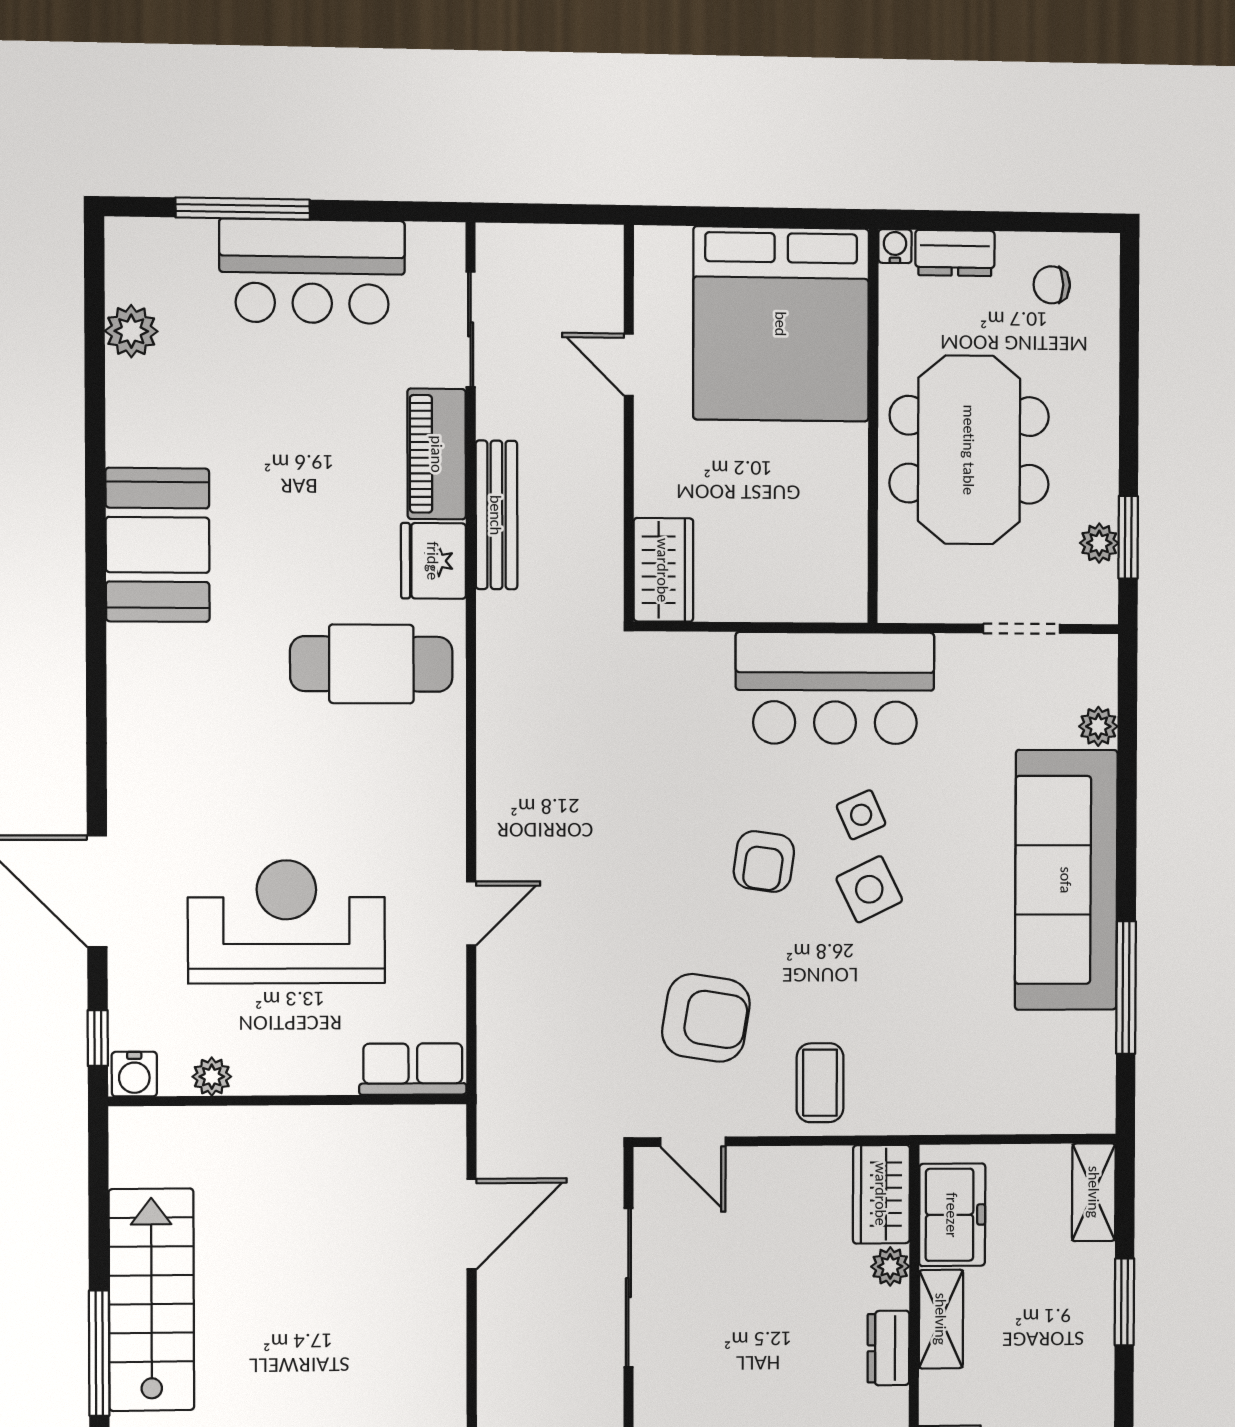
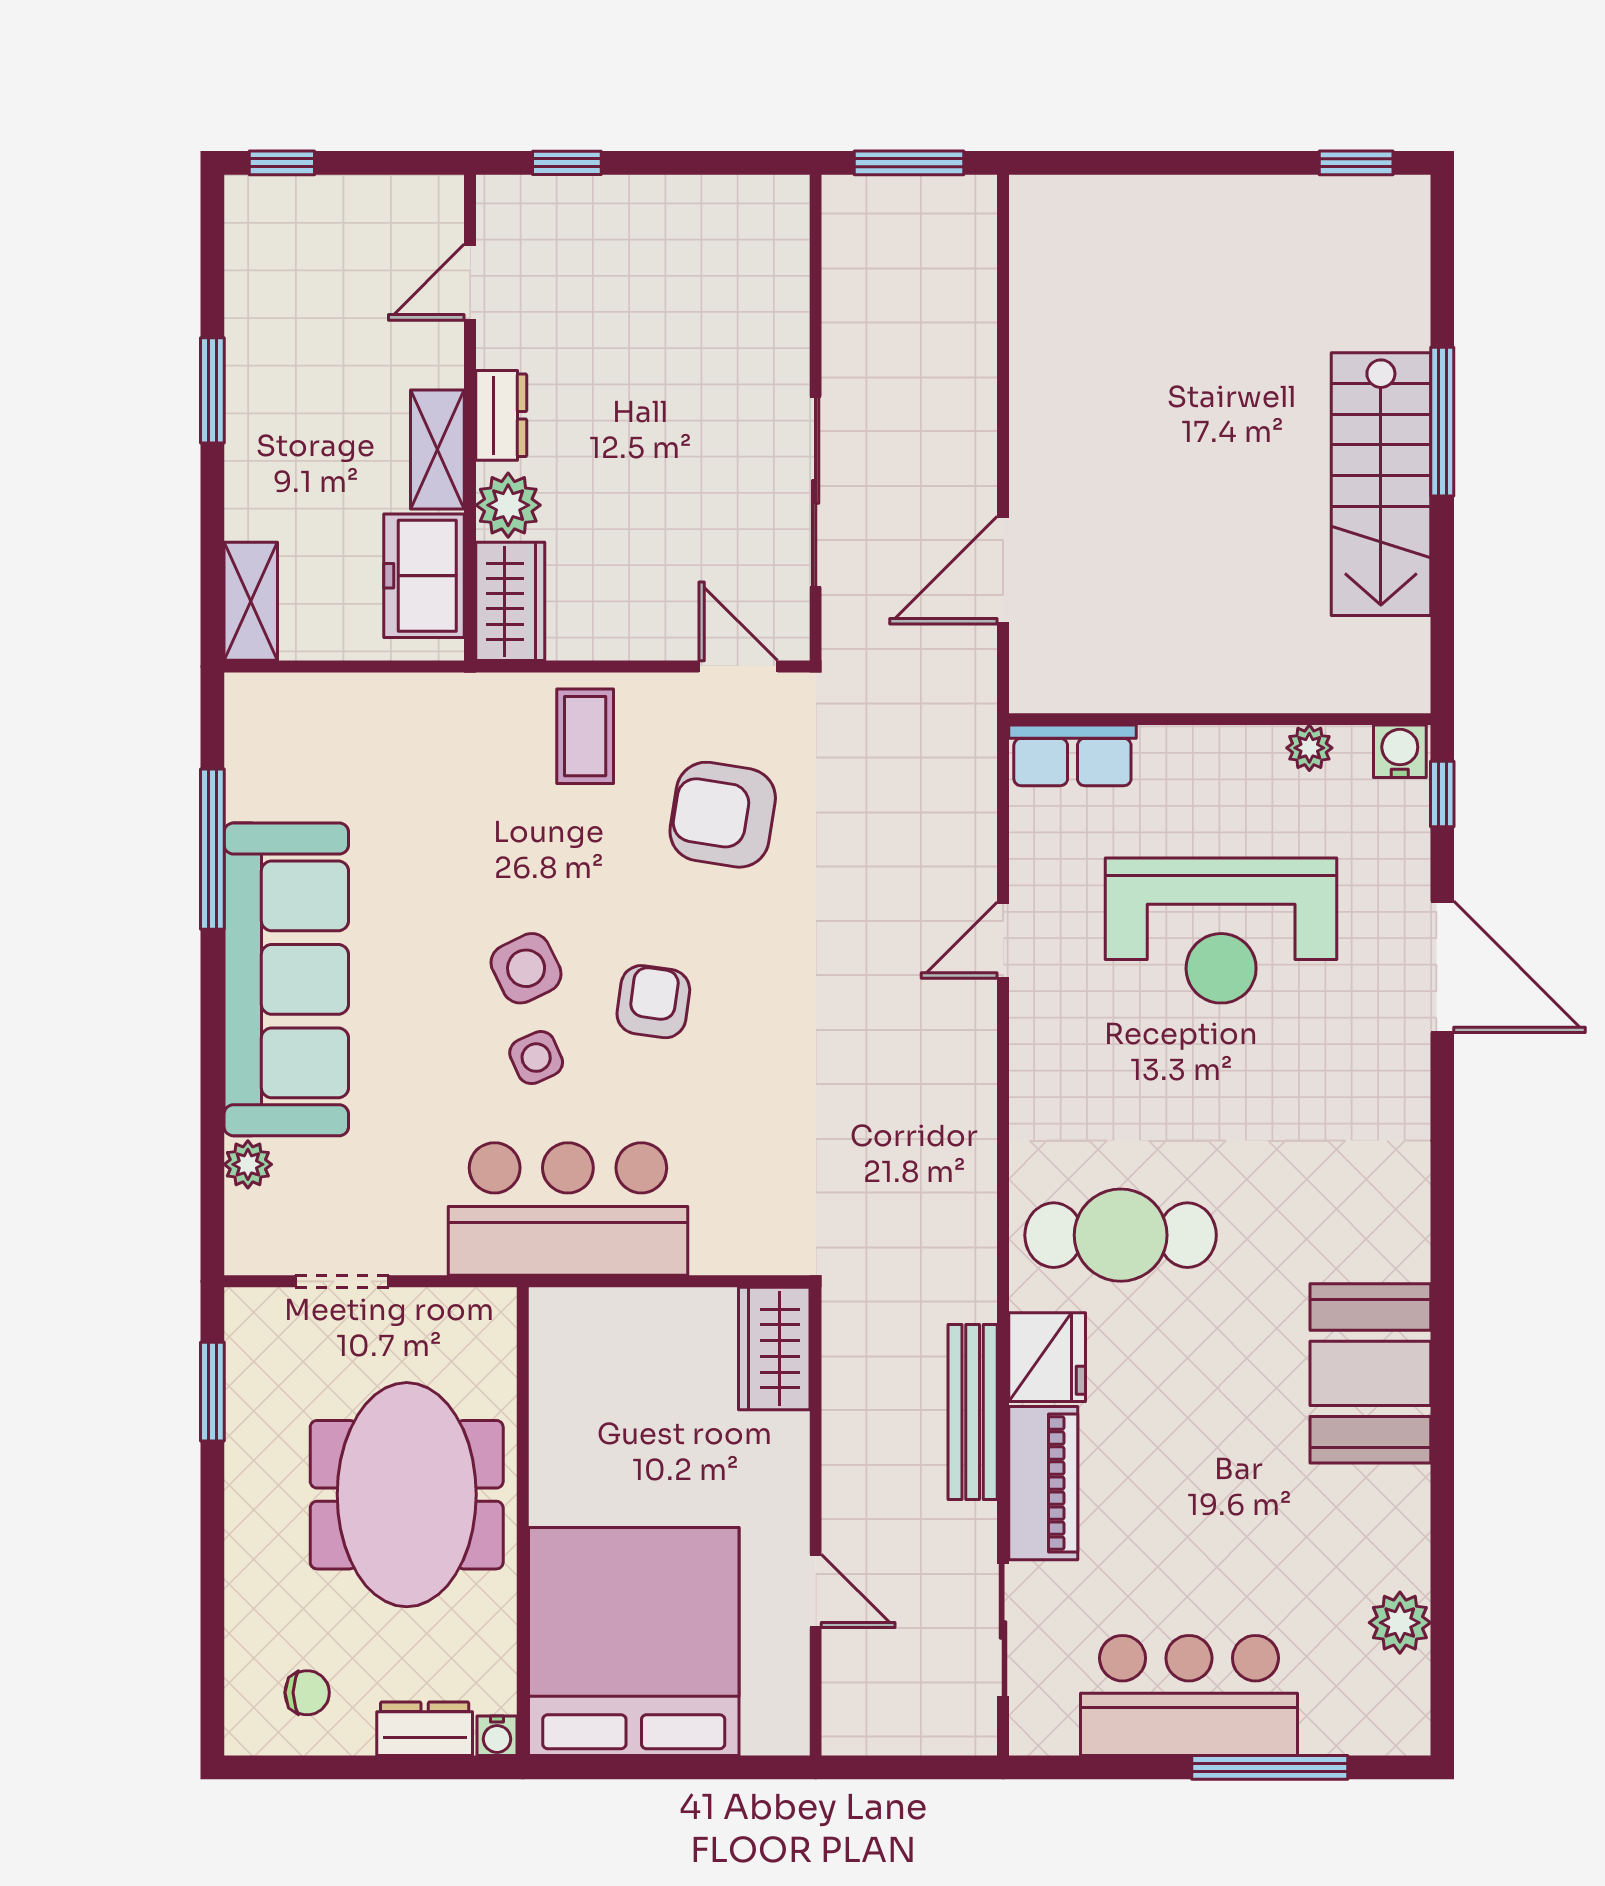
plant: (1099, 543) -> (248, 1385), removed
plant: (890, 1266) -> (508, 505), width x1.38, depth x1.38
window: (1124, 1302) -> (212, 390), moved

